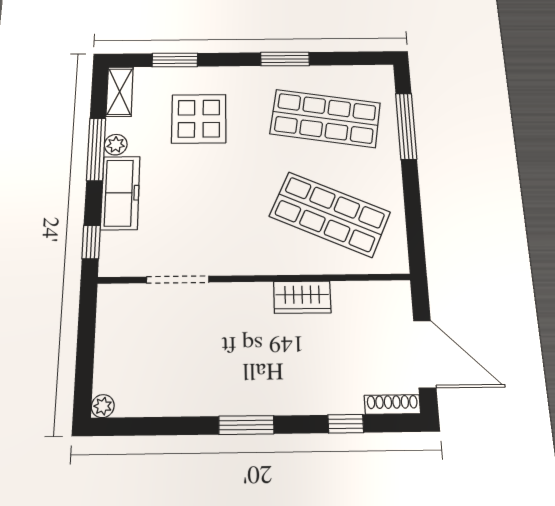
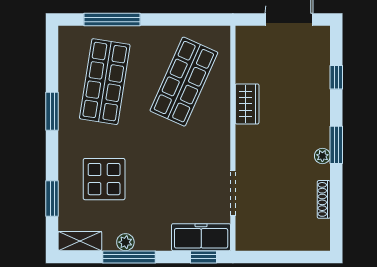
freezer: (120, 193) -> (201, 237), moved
shoe rack: (392, 405) -> (324, 199), moved
plant: (103, 406) -> (322, 156), moved

